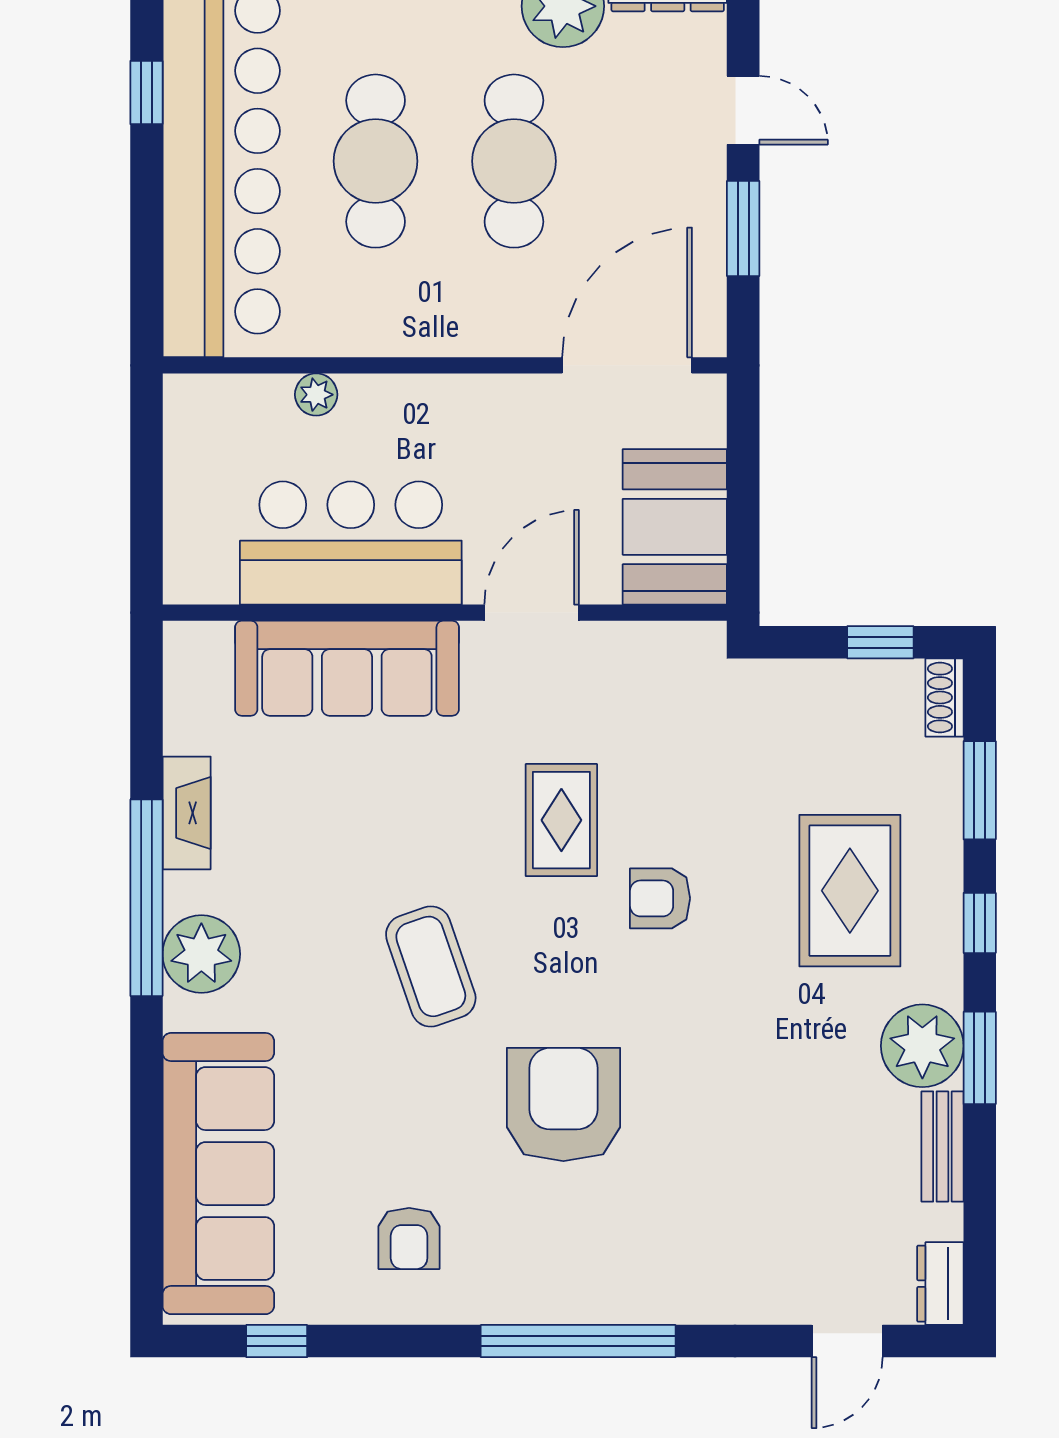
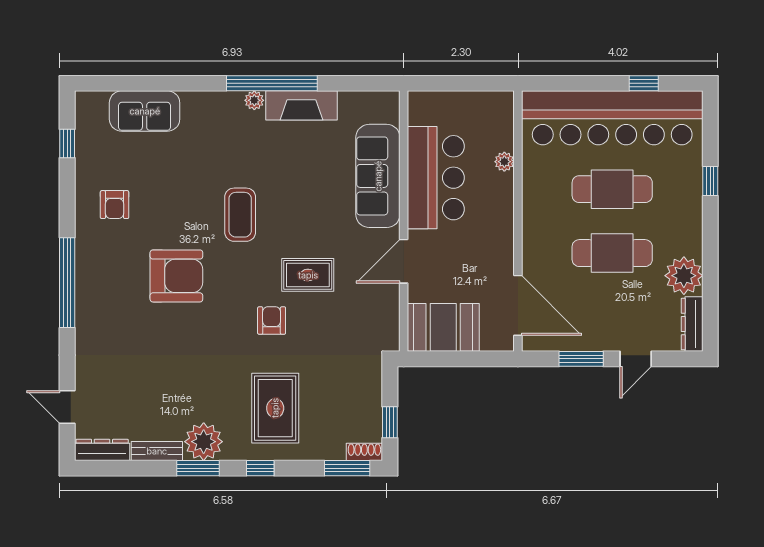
door: (532, 613) -> (404, 261), swing flipped
window: (980, 790) -> (347, 468), moved
fireplace: (187, 813) -> (301, 105), width x1.37, depth x1.32
rug: (850, 891) -> (275, 408), turned 90
plant: (201, 954) -> (254, 100), width x0.53, depth x0.53
coffee table: (431, 966) -> (240, 215), turned -71
sofa: (218, 1174) -> (145, 111), width x0.54, depth x0.79
armchair: (409, 1238) -> (115, 205), turned -90
dresser: (940, 1284) -> (102, 450), width x1.44

